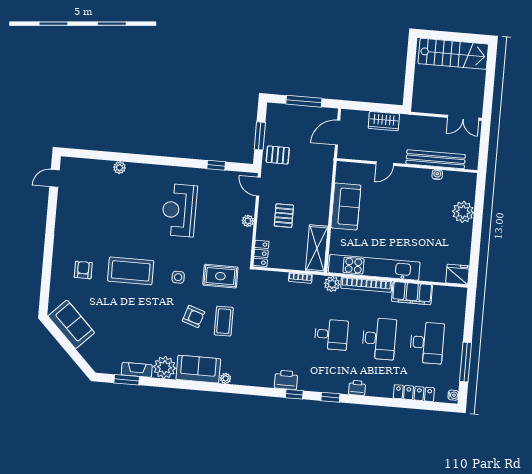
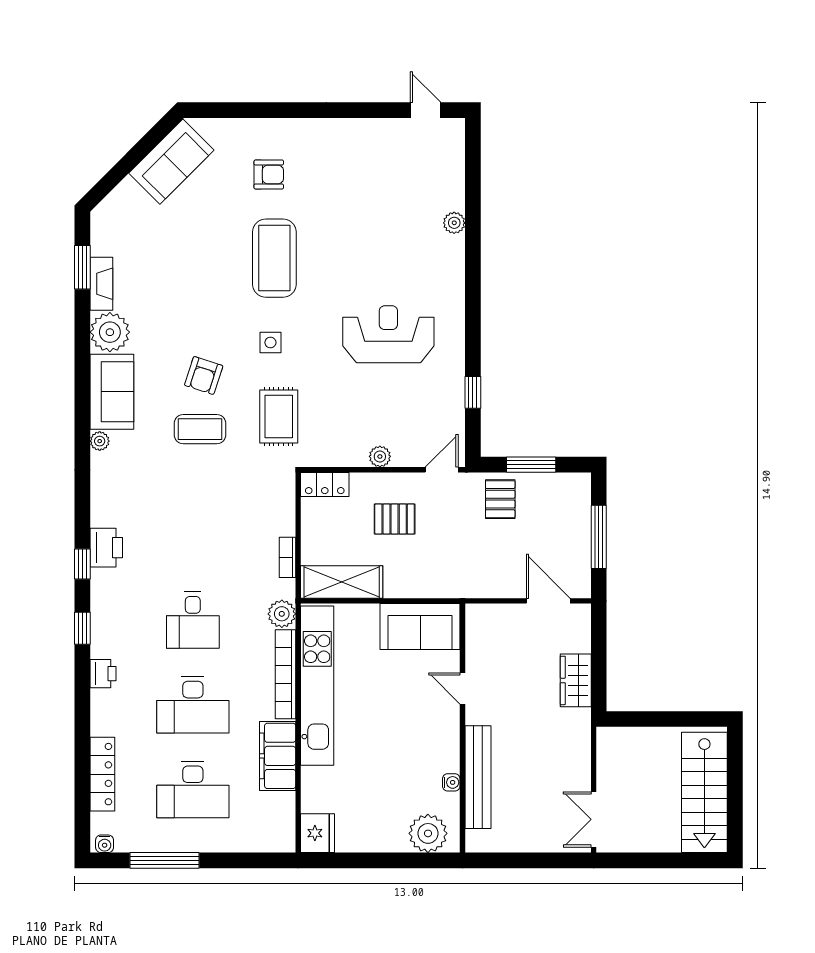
bench: (436, 159) -> (478, 777), moved
door: (385, 164) -> (463, 688), moved
wall: (407, 166) -> (463, 728), moved
water cooler: (437, 175) -> (451, 782), moved

